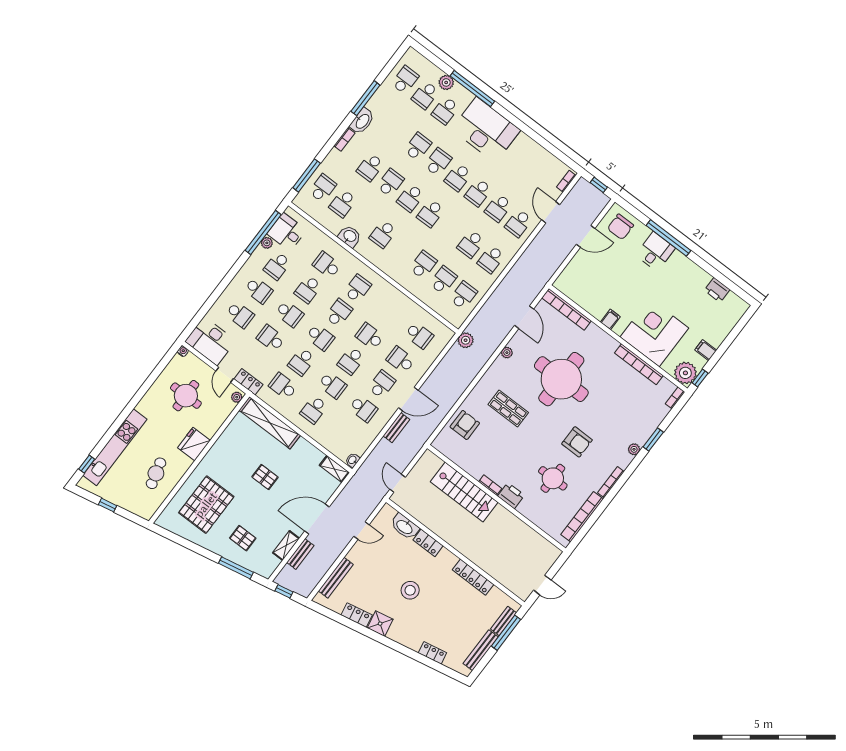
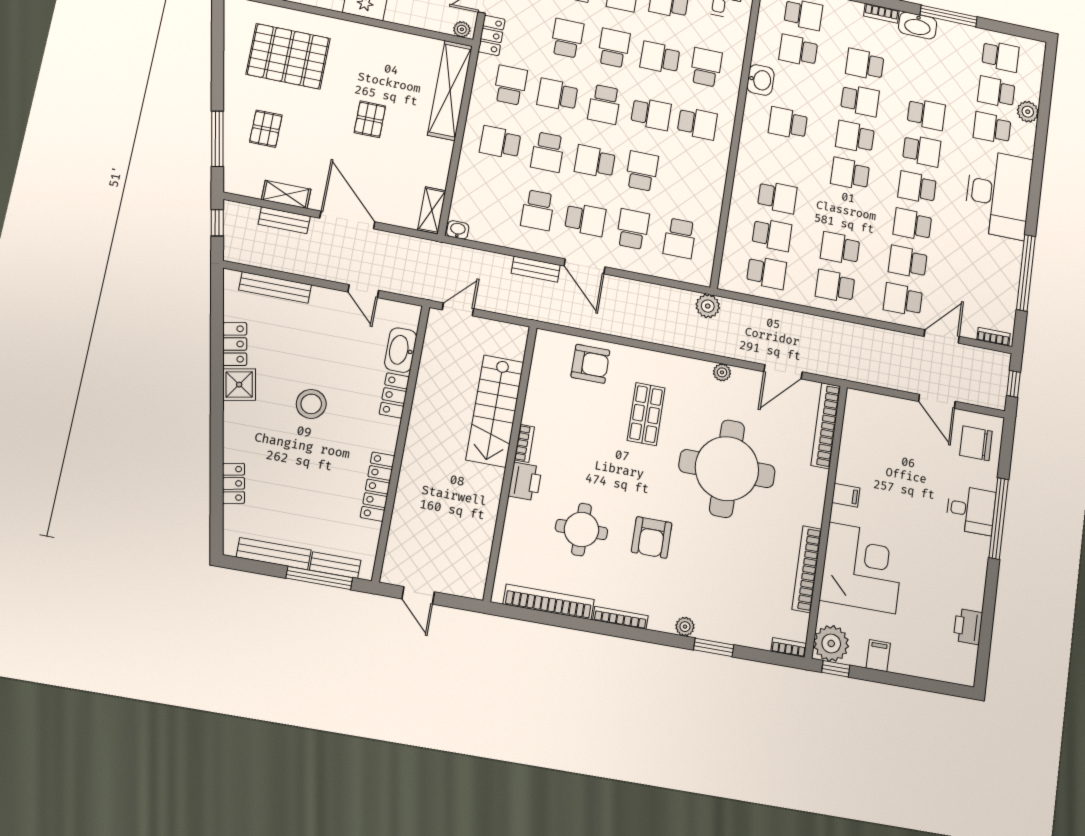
window: (472, 89) -> (1026, 273), moved
school desk: (289, 314) -> (614, 48), turned 180

